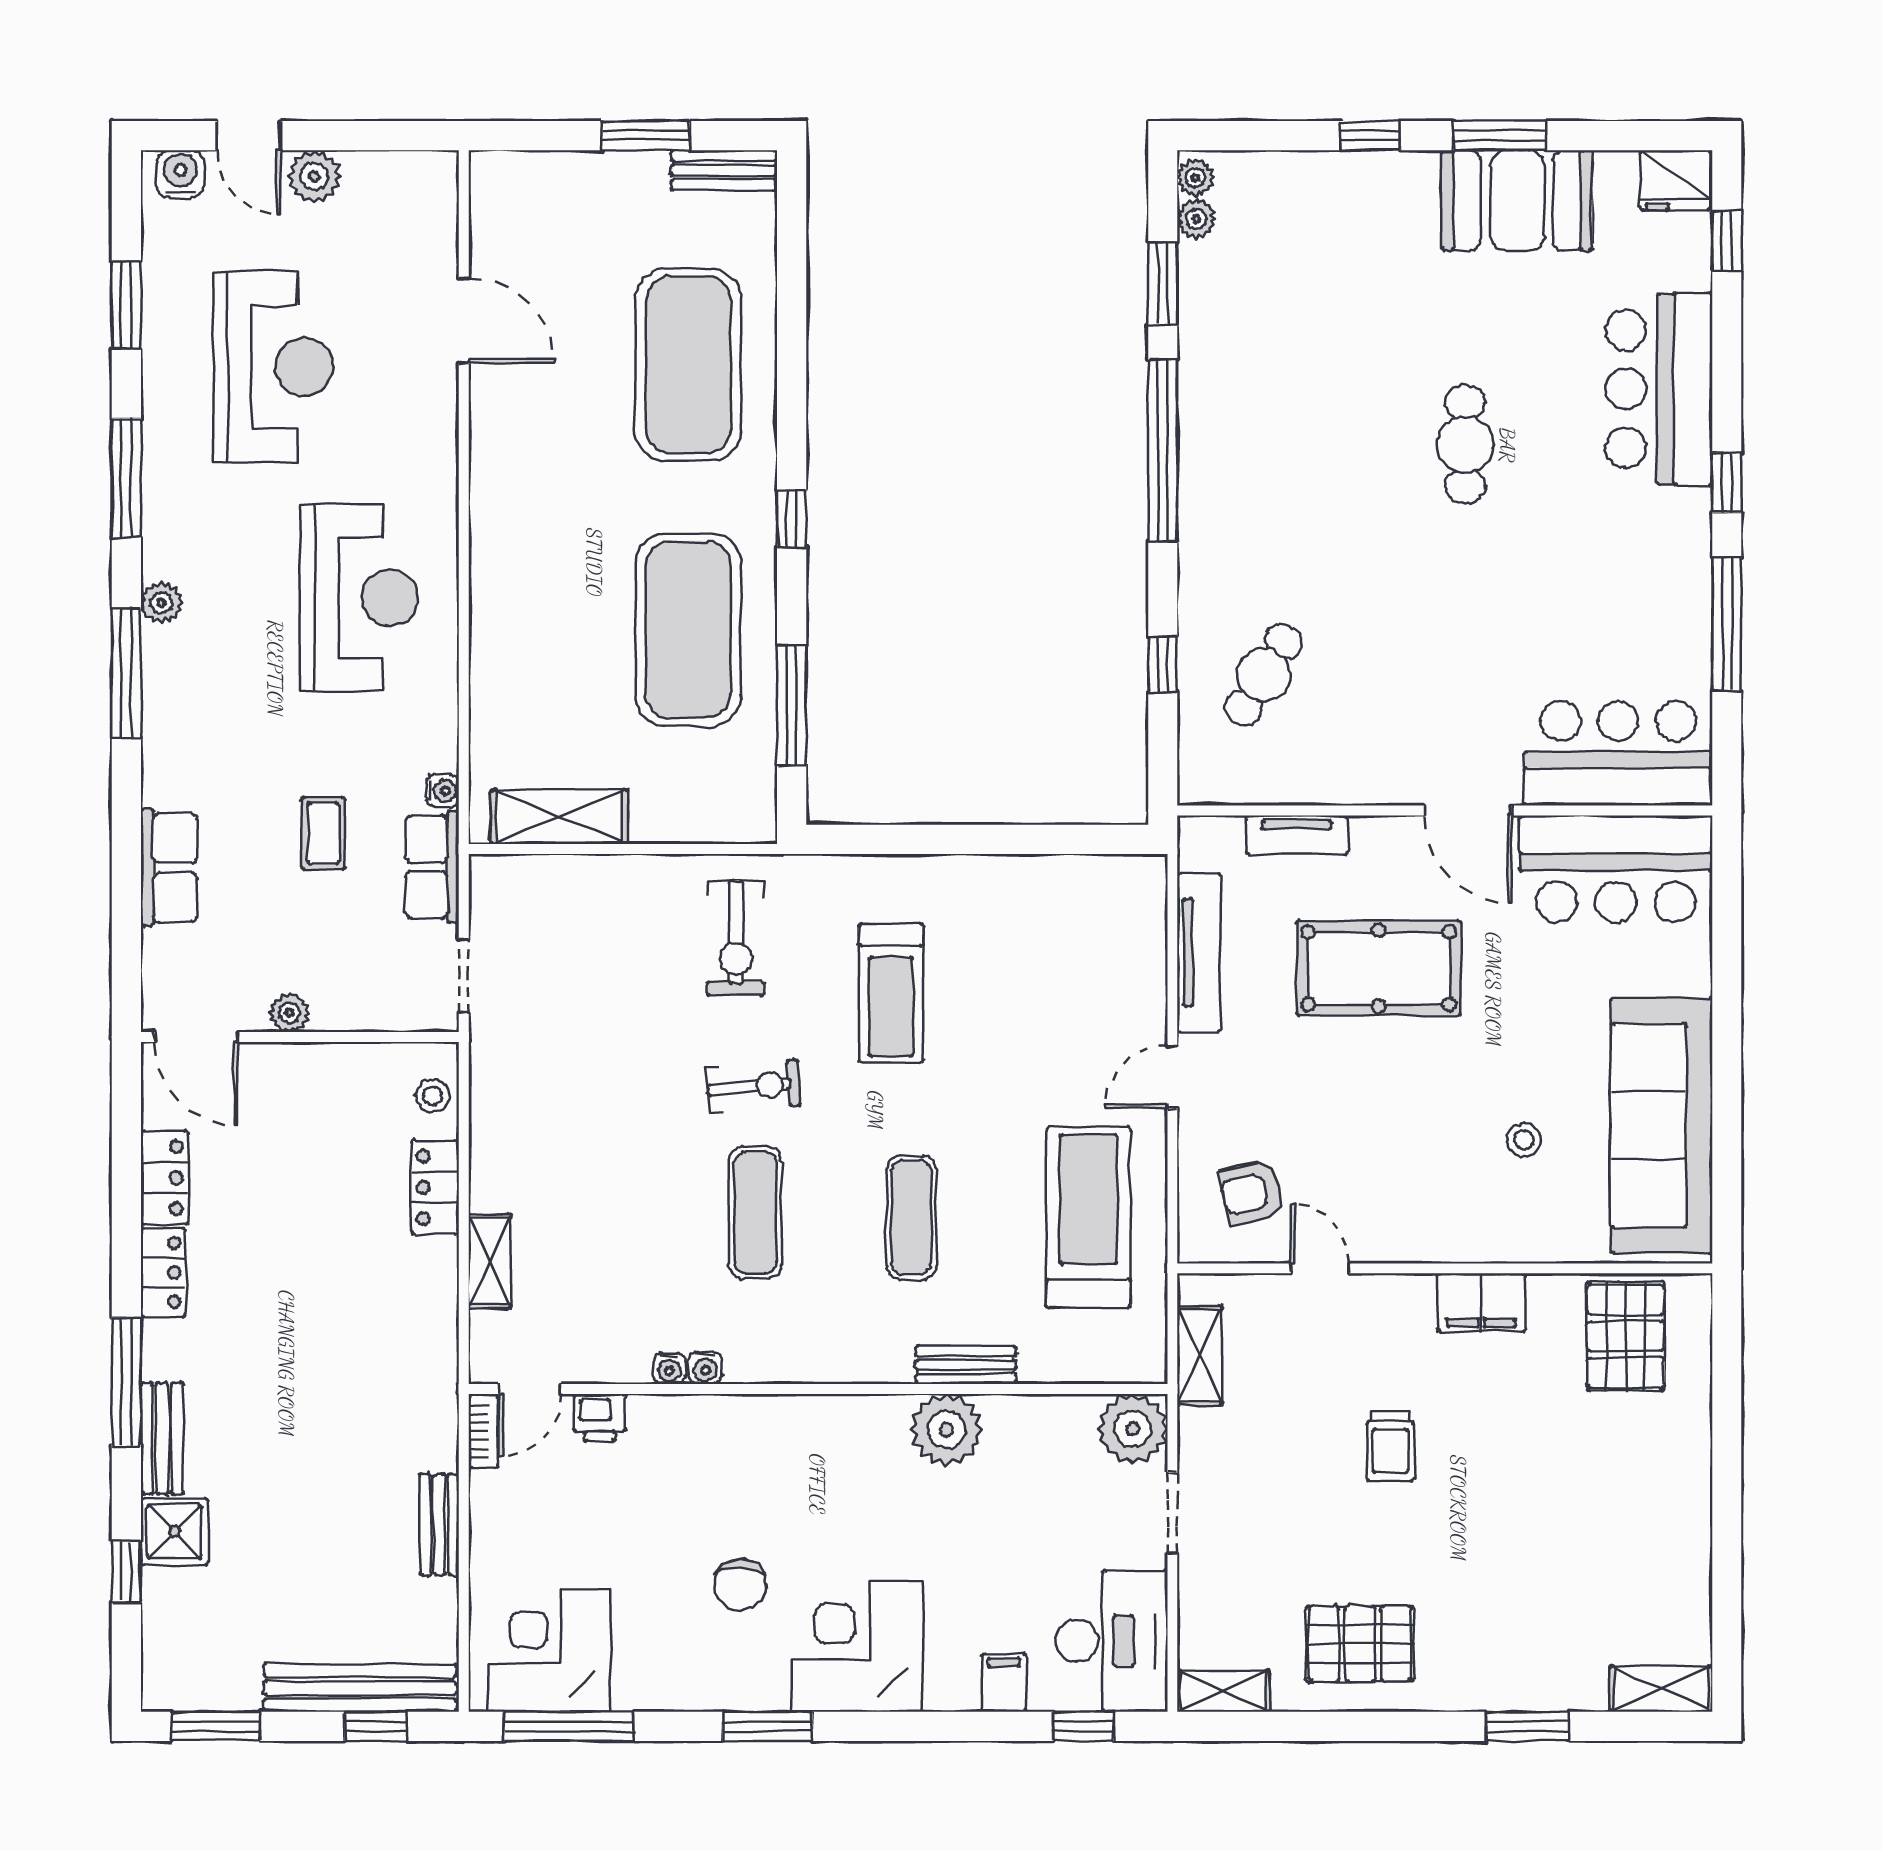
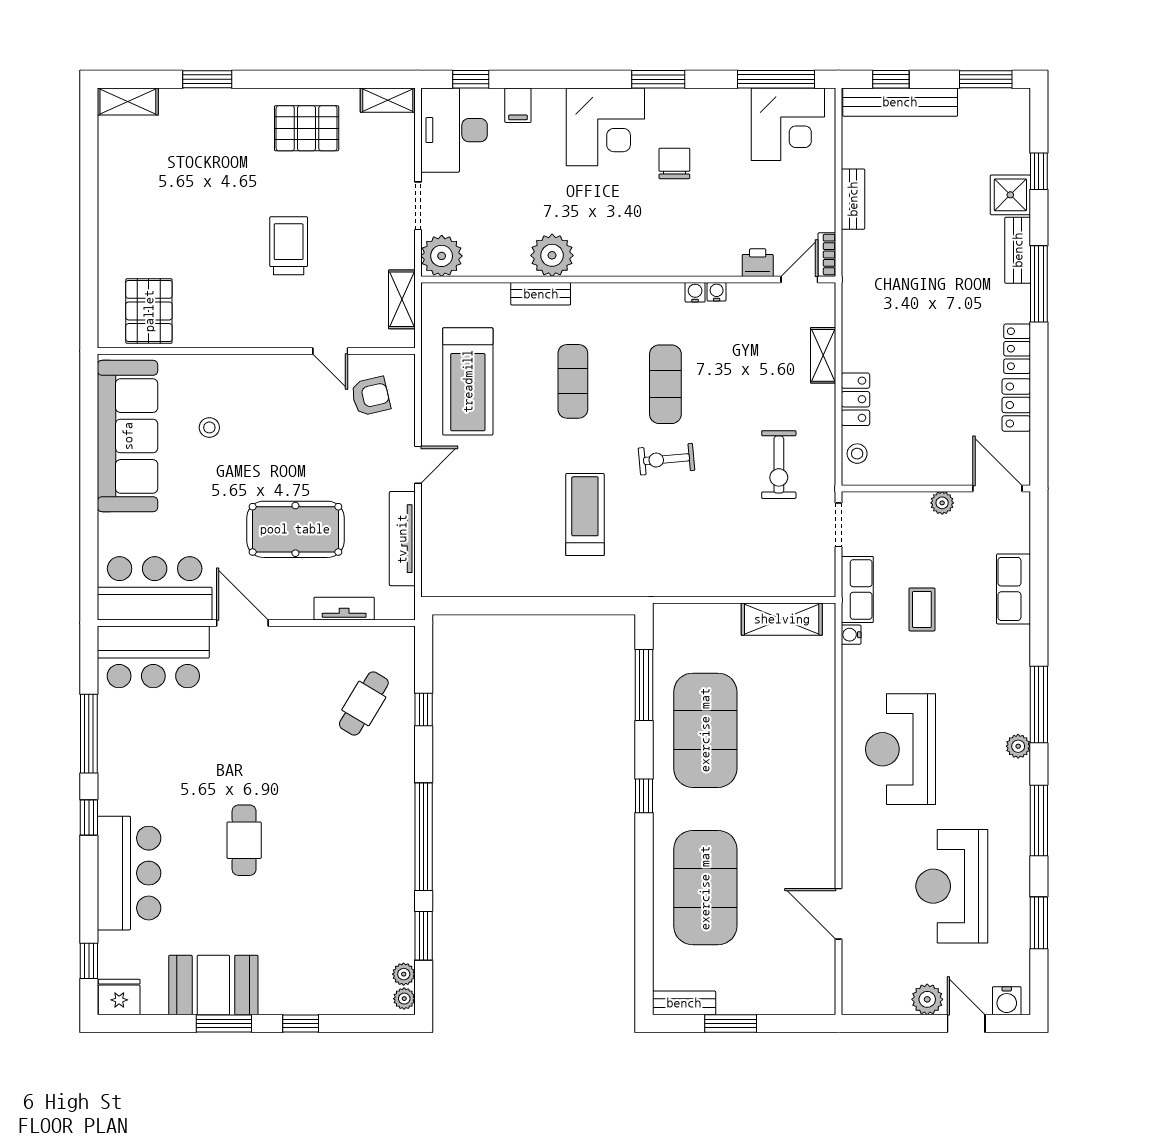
exercise bike: (736, 938) -> (779, 465), moved, turned 180
filing cabinet: (1481, 1302) -> (235, 331), removed
trolley: (1390, 1446) -> (289, 246), width x1.36, depth x1.39

